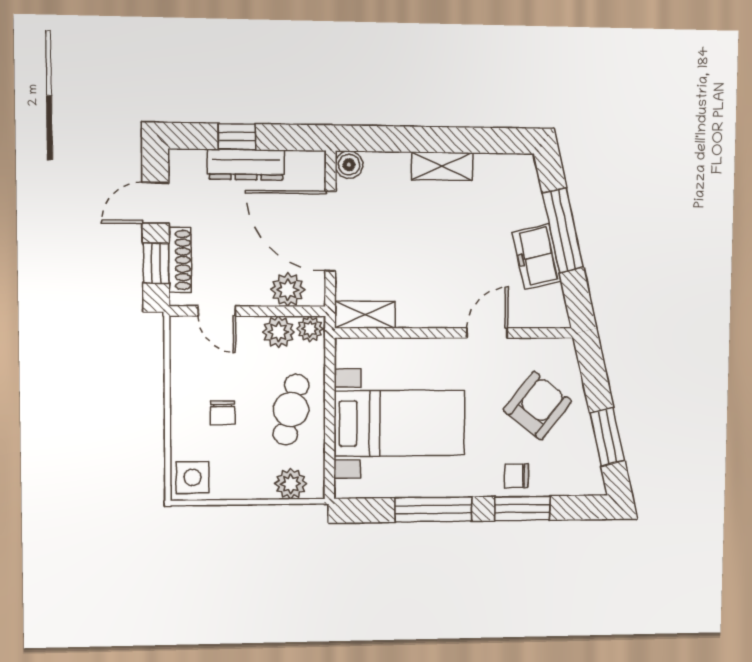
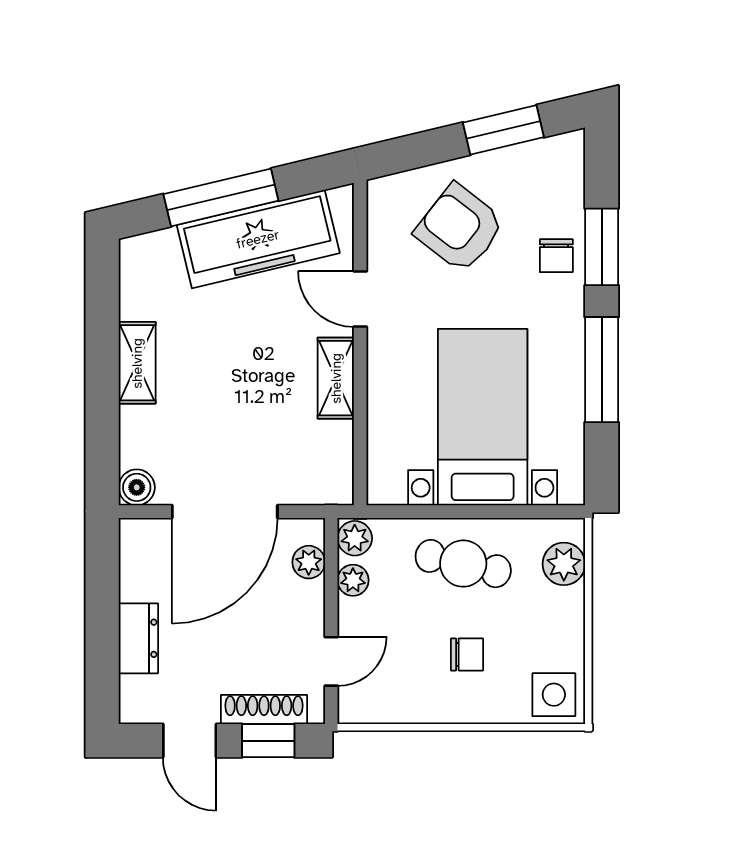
window: (237, 137) -> (102, 635), removed
dresser: (246, 165) -> (138, 638), width x0.70
freezer: (537, 257) -> (258, 239), width x1.91, depth x1.26
plant: (288, 290) -> (309, 562), width x0.73, depth x0.73
shelving: (365, 315) -> (336, 378), moved
plant: (279, 332) -> (353, 580), width x0.73, depth x0.73

